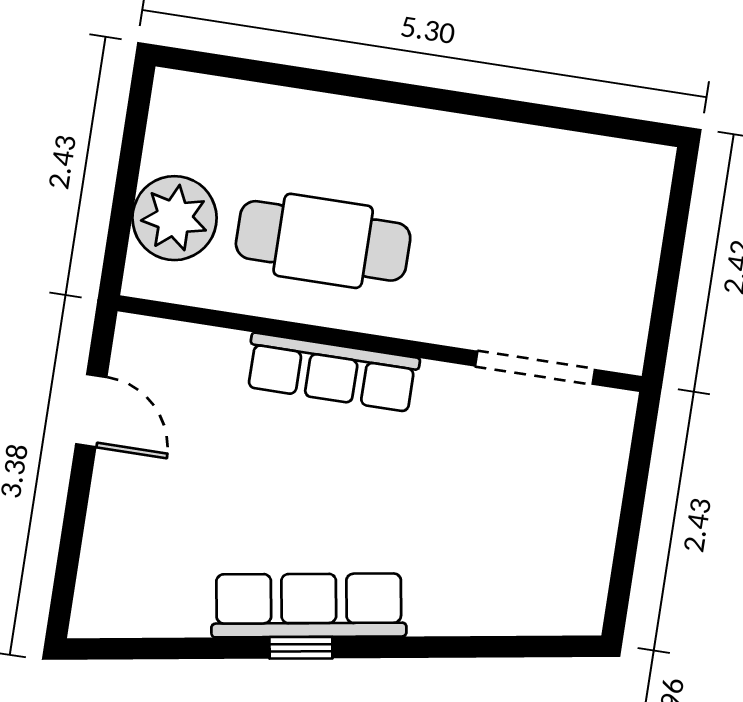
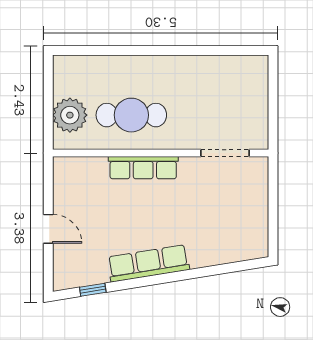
door: (91, 411) -> (48, 229), moved
window: (301, 648) -> (93, 290), moved

